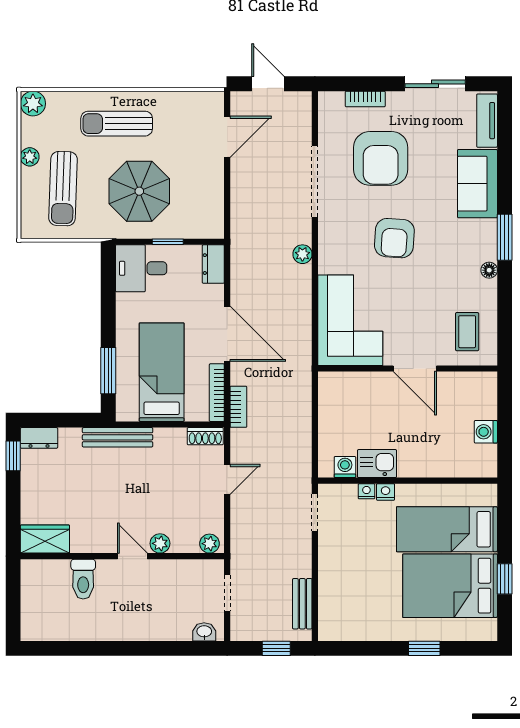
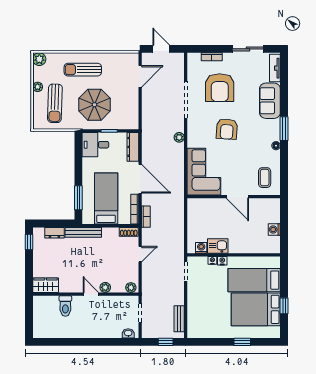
dresser: (213, 264) -> (133, 147), width x1.44
dresser: (39, 438) -> (54, 233), moved

